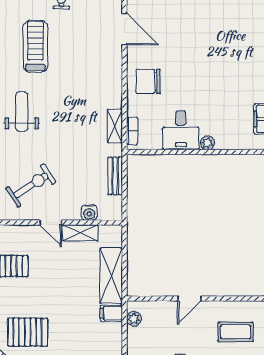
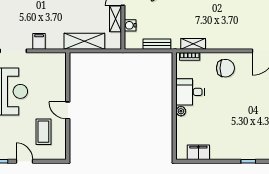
chair: (148, 82) -> (225, 68), turned 90
door: (189, 299) -> (68, 110), moved
filing cabinet: (111, 313) -> (39, 41), moved
plant: (134, 319) -> (53, 58), removed

